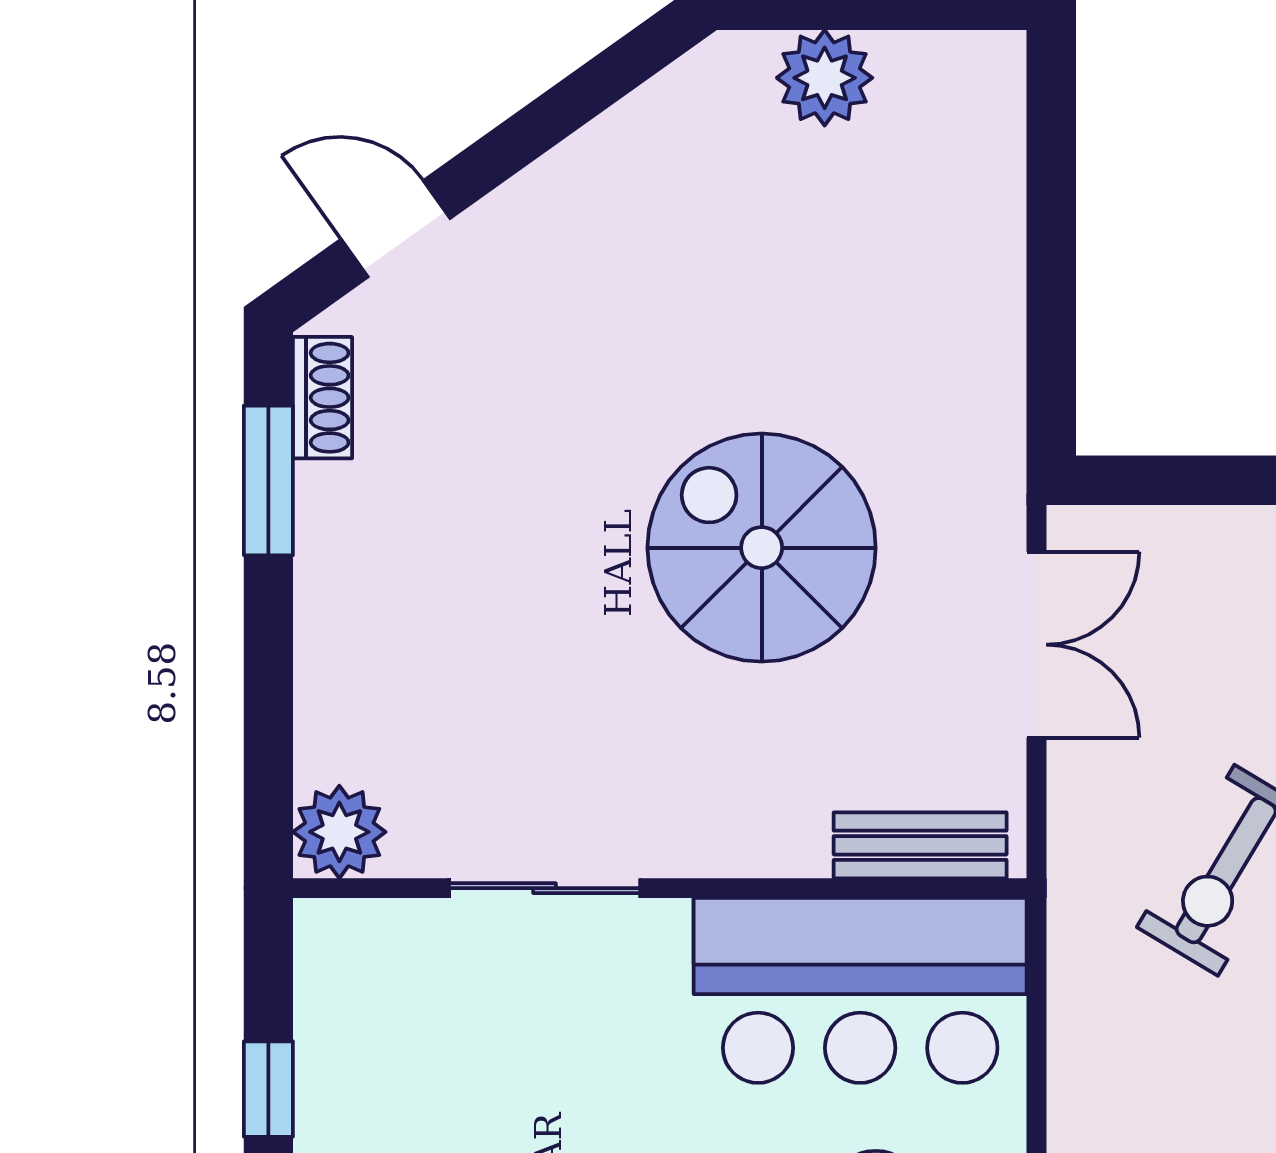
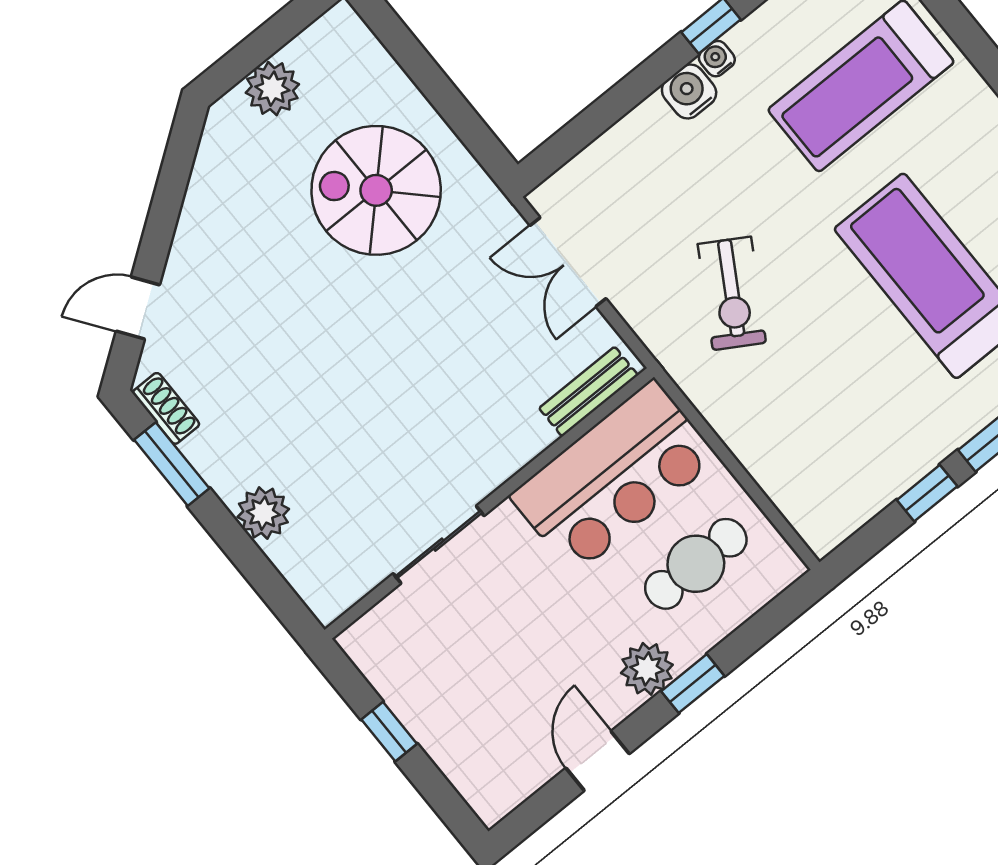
spiral stairs: (762, 548) -> (376, 190), moved
double door: (1036, 645) -> (568, 262), swing flipped
plant: (339, 832) -> (263, 513), moved

